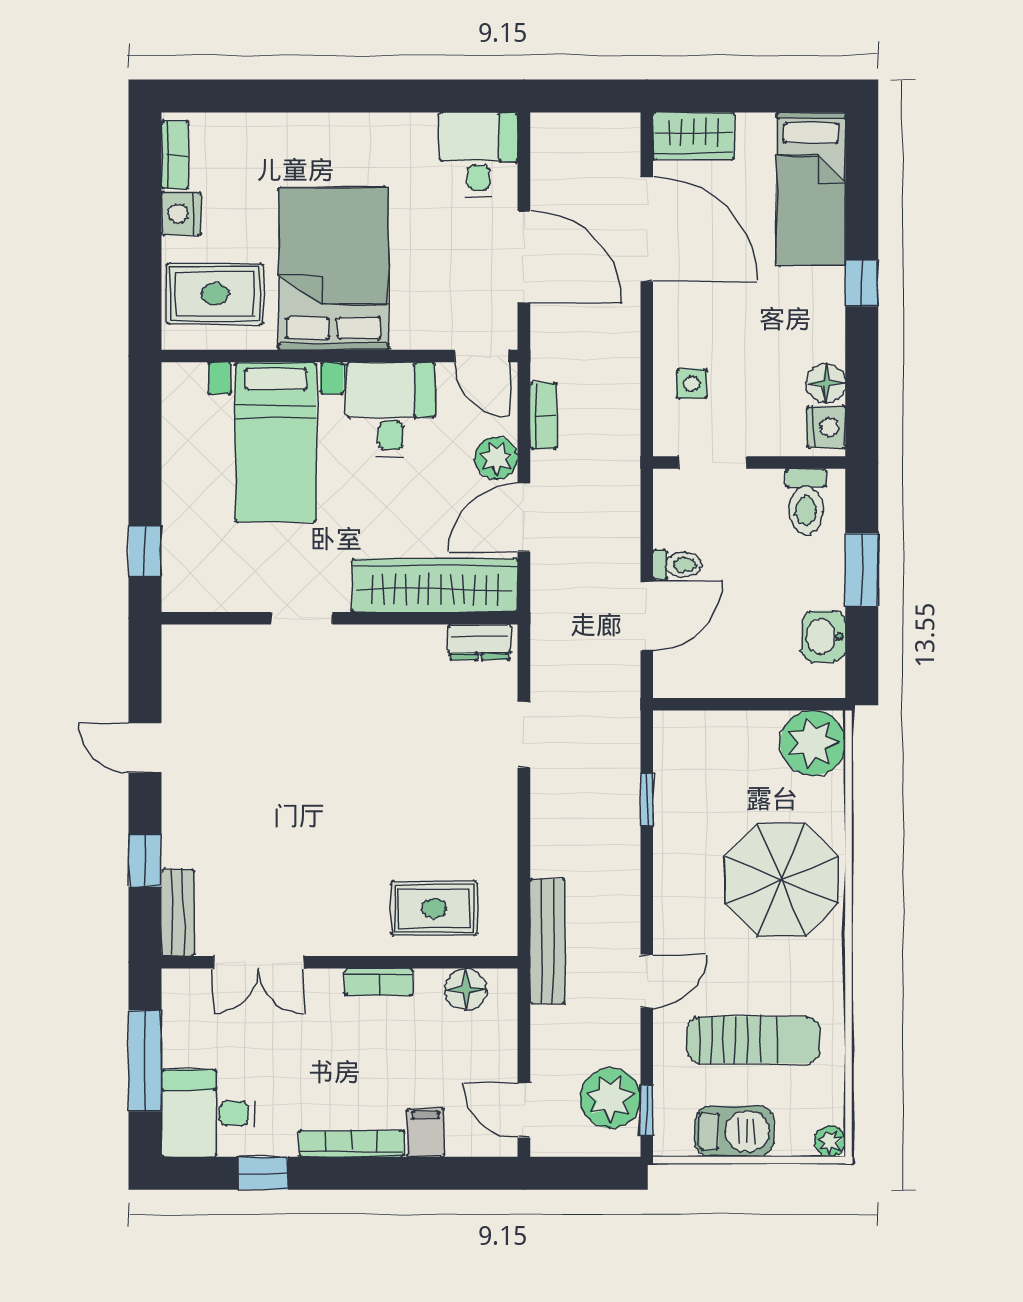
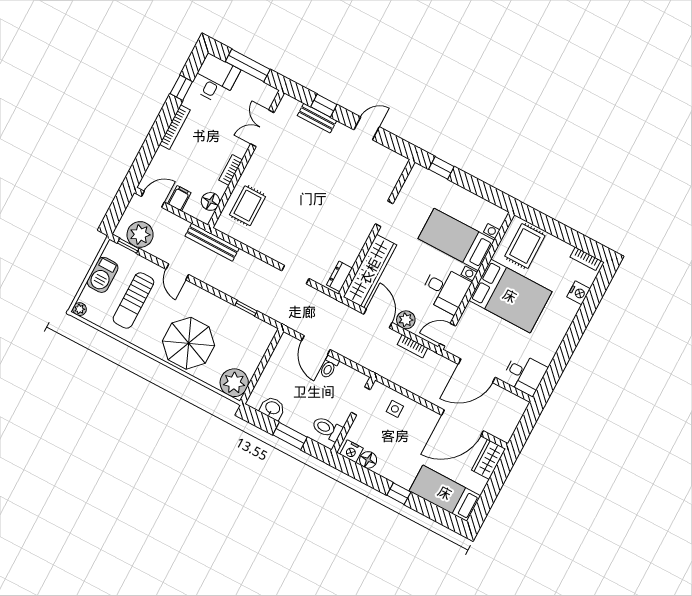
nightstand: (181, 214) -> (579, 293), moved, turned 90
bench: (178, 913) -> (317, 118), moved
filing cabinet: (425, 1132) -> (179, 198), moved, turned -90

